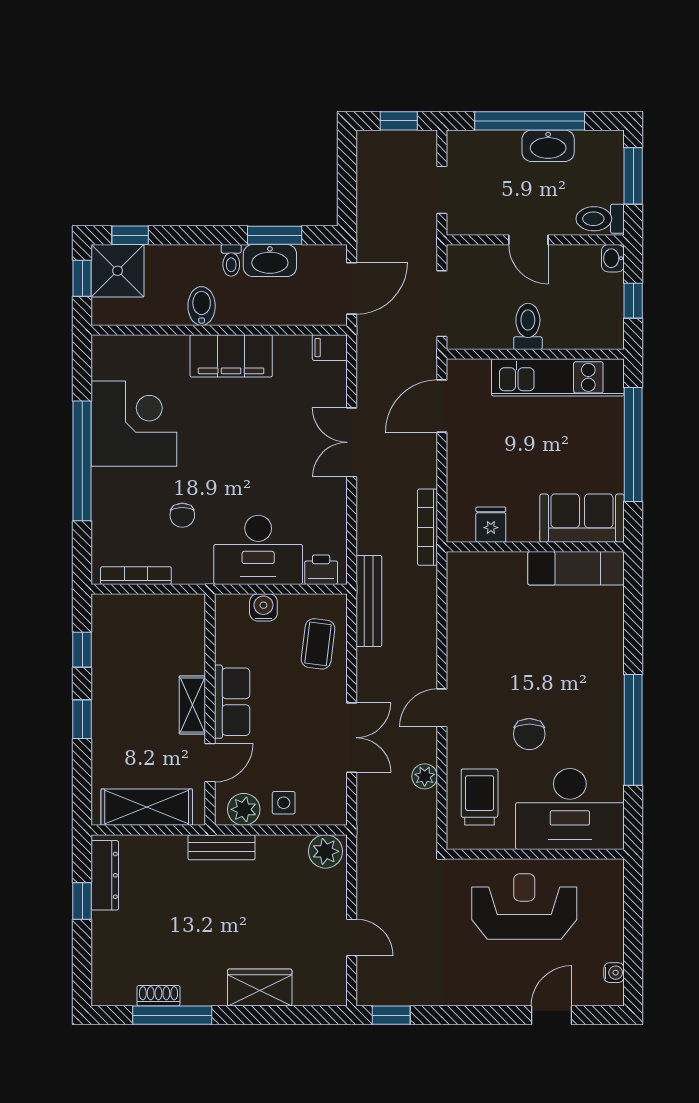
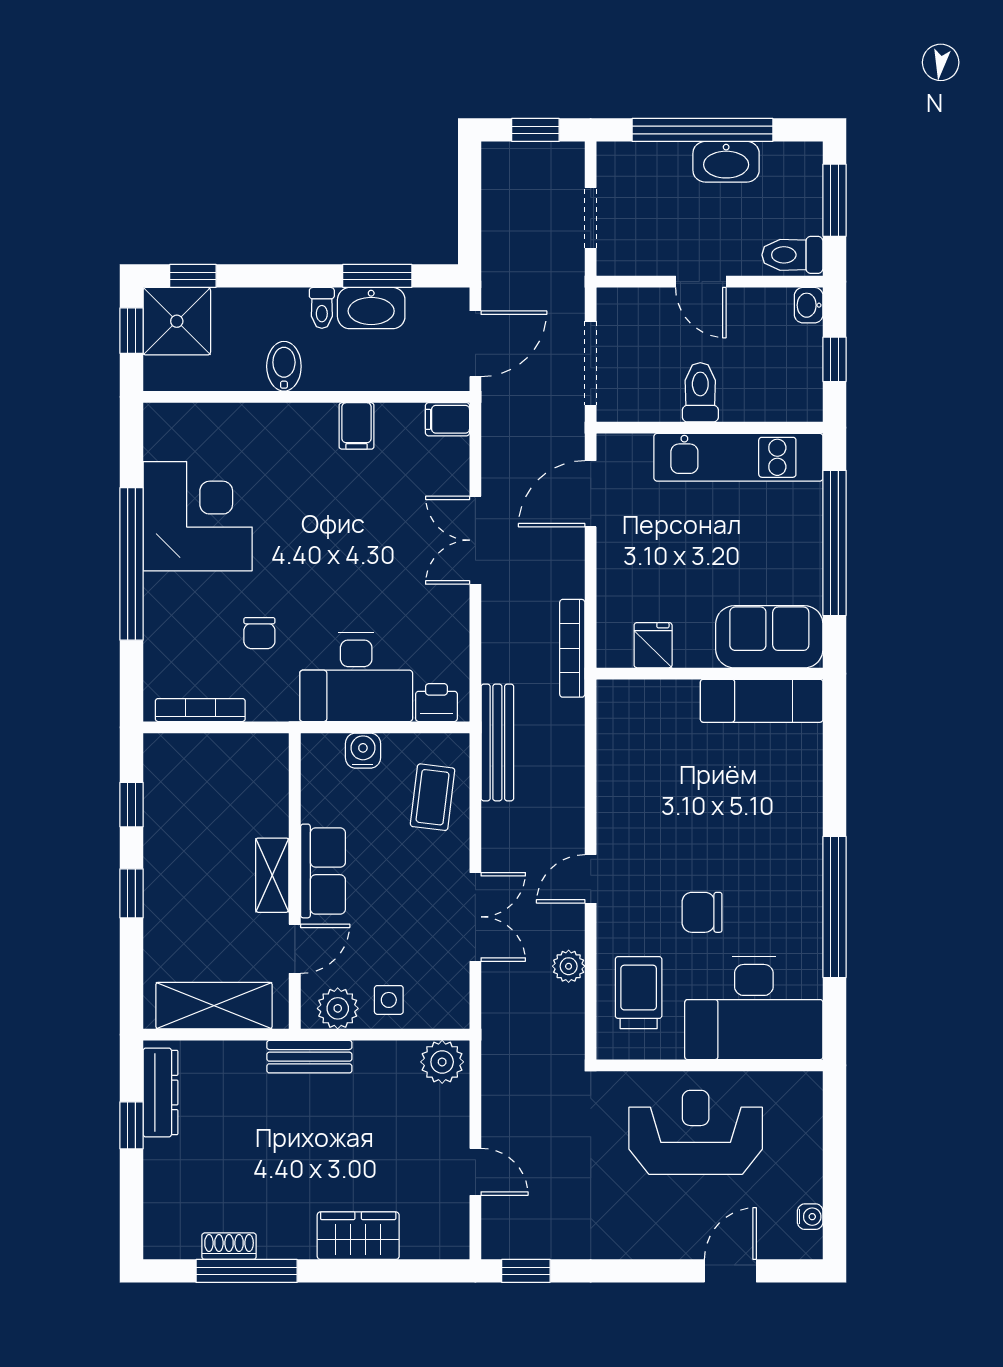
filing cabinet: (231, 356) -> (357, 426), width x0.33, depth x0.86
chair: (529, 734) -> (702, 912), turned 90

